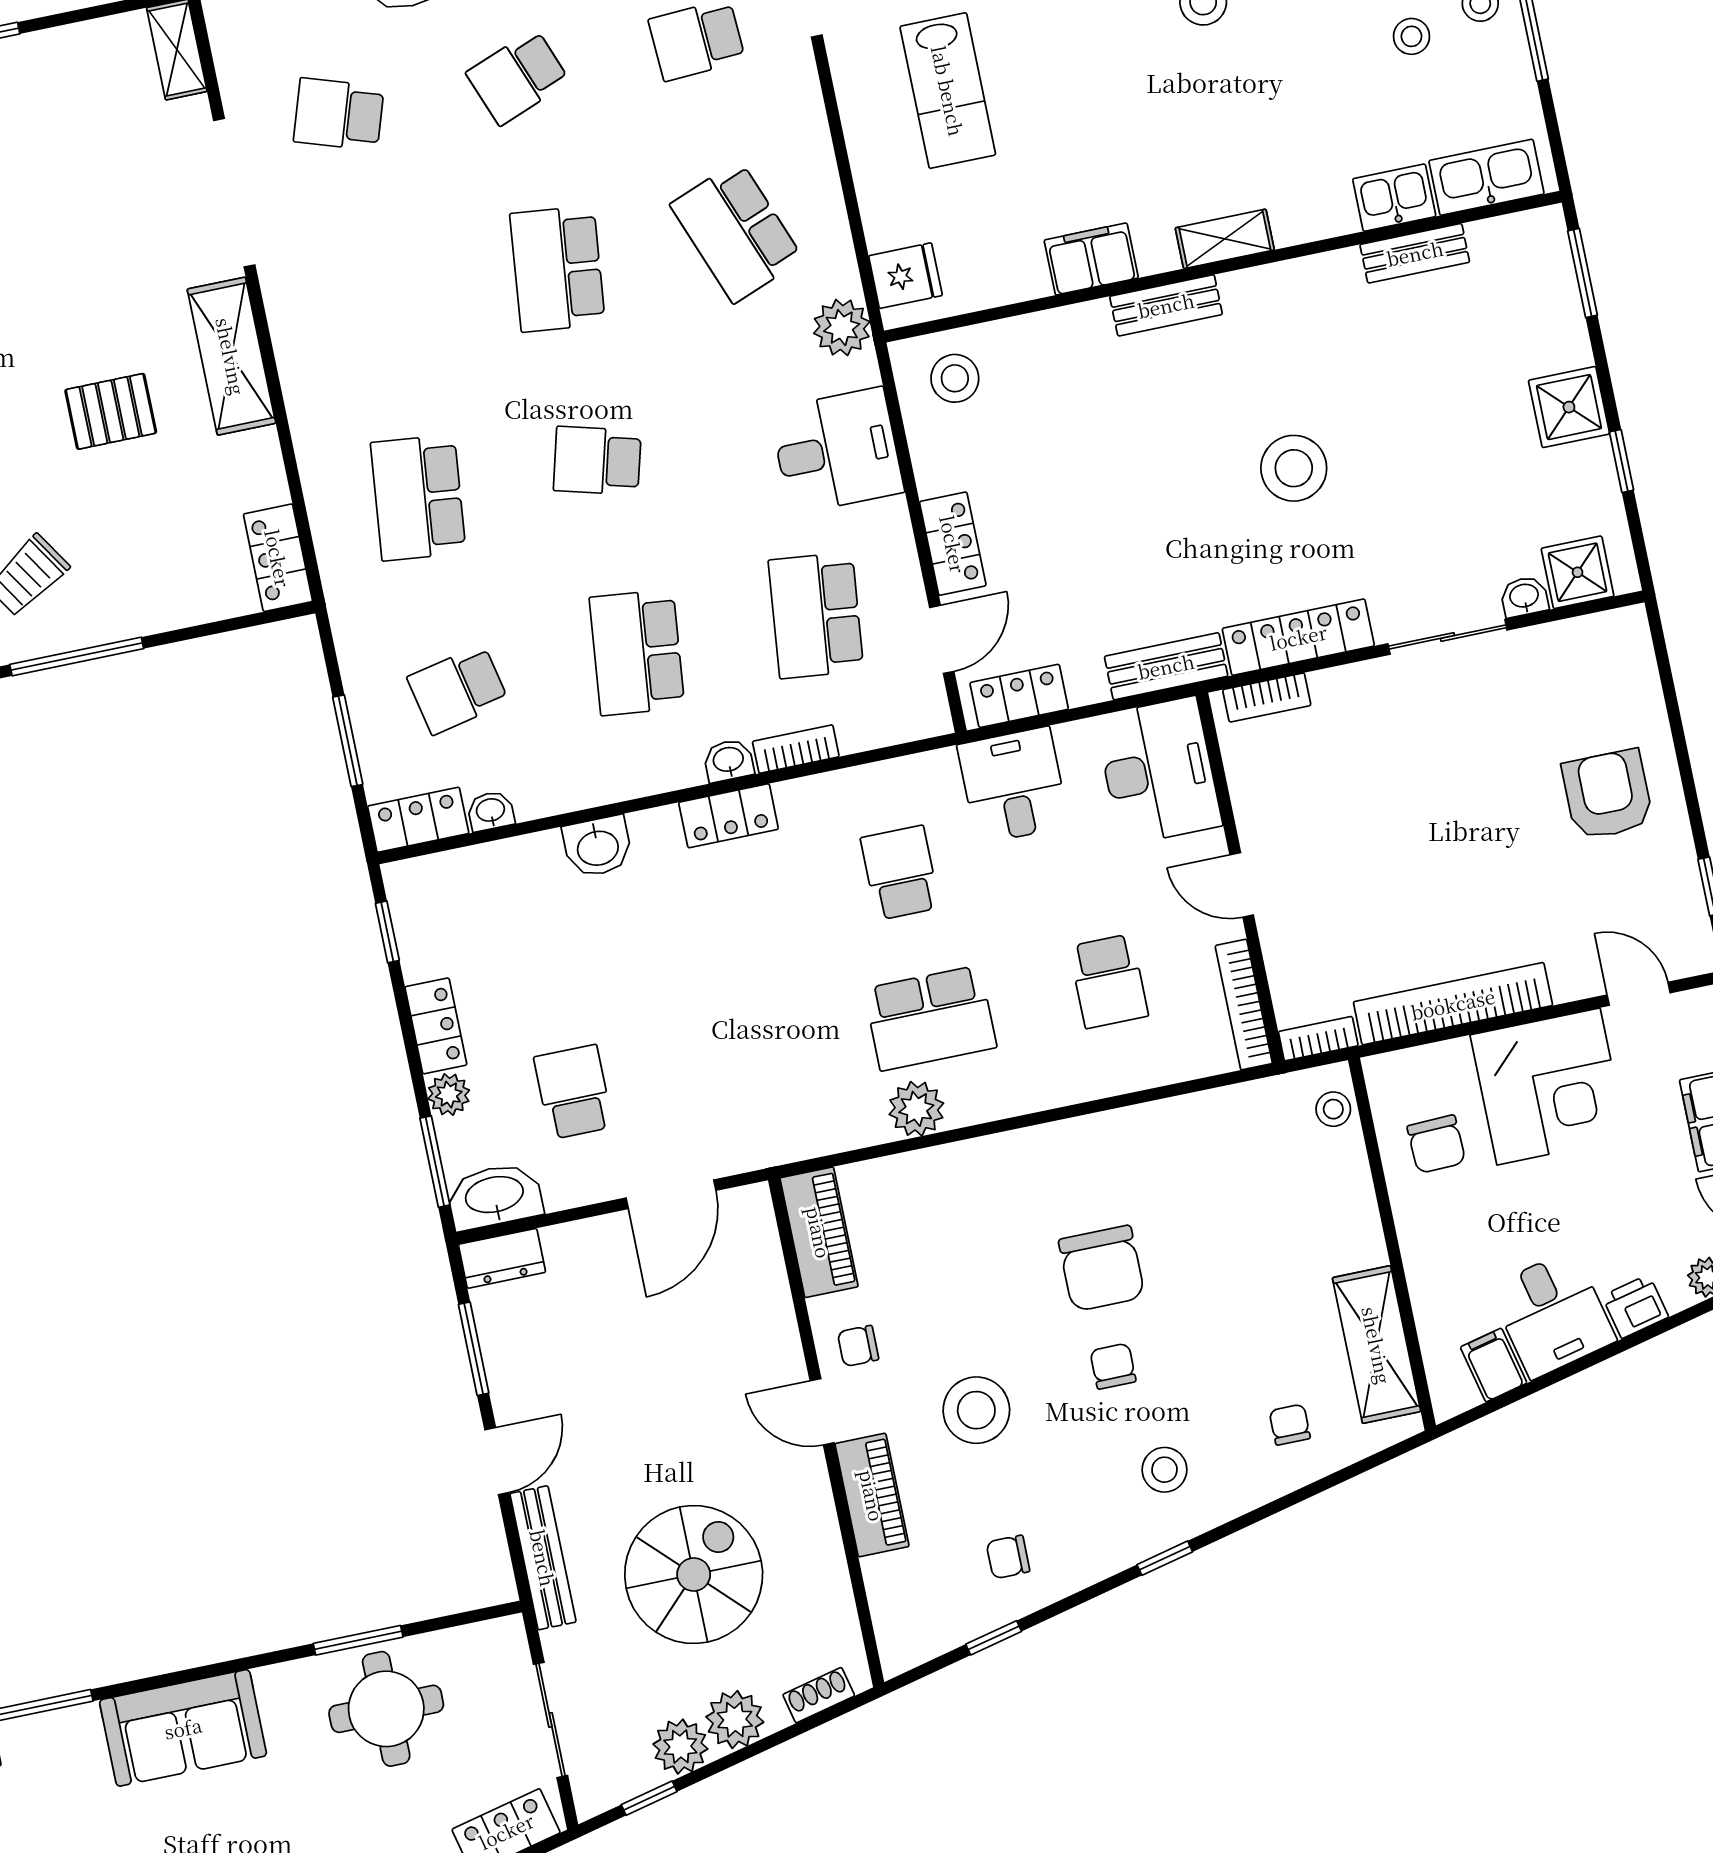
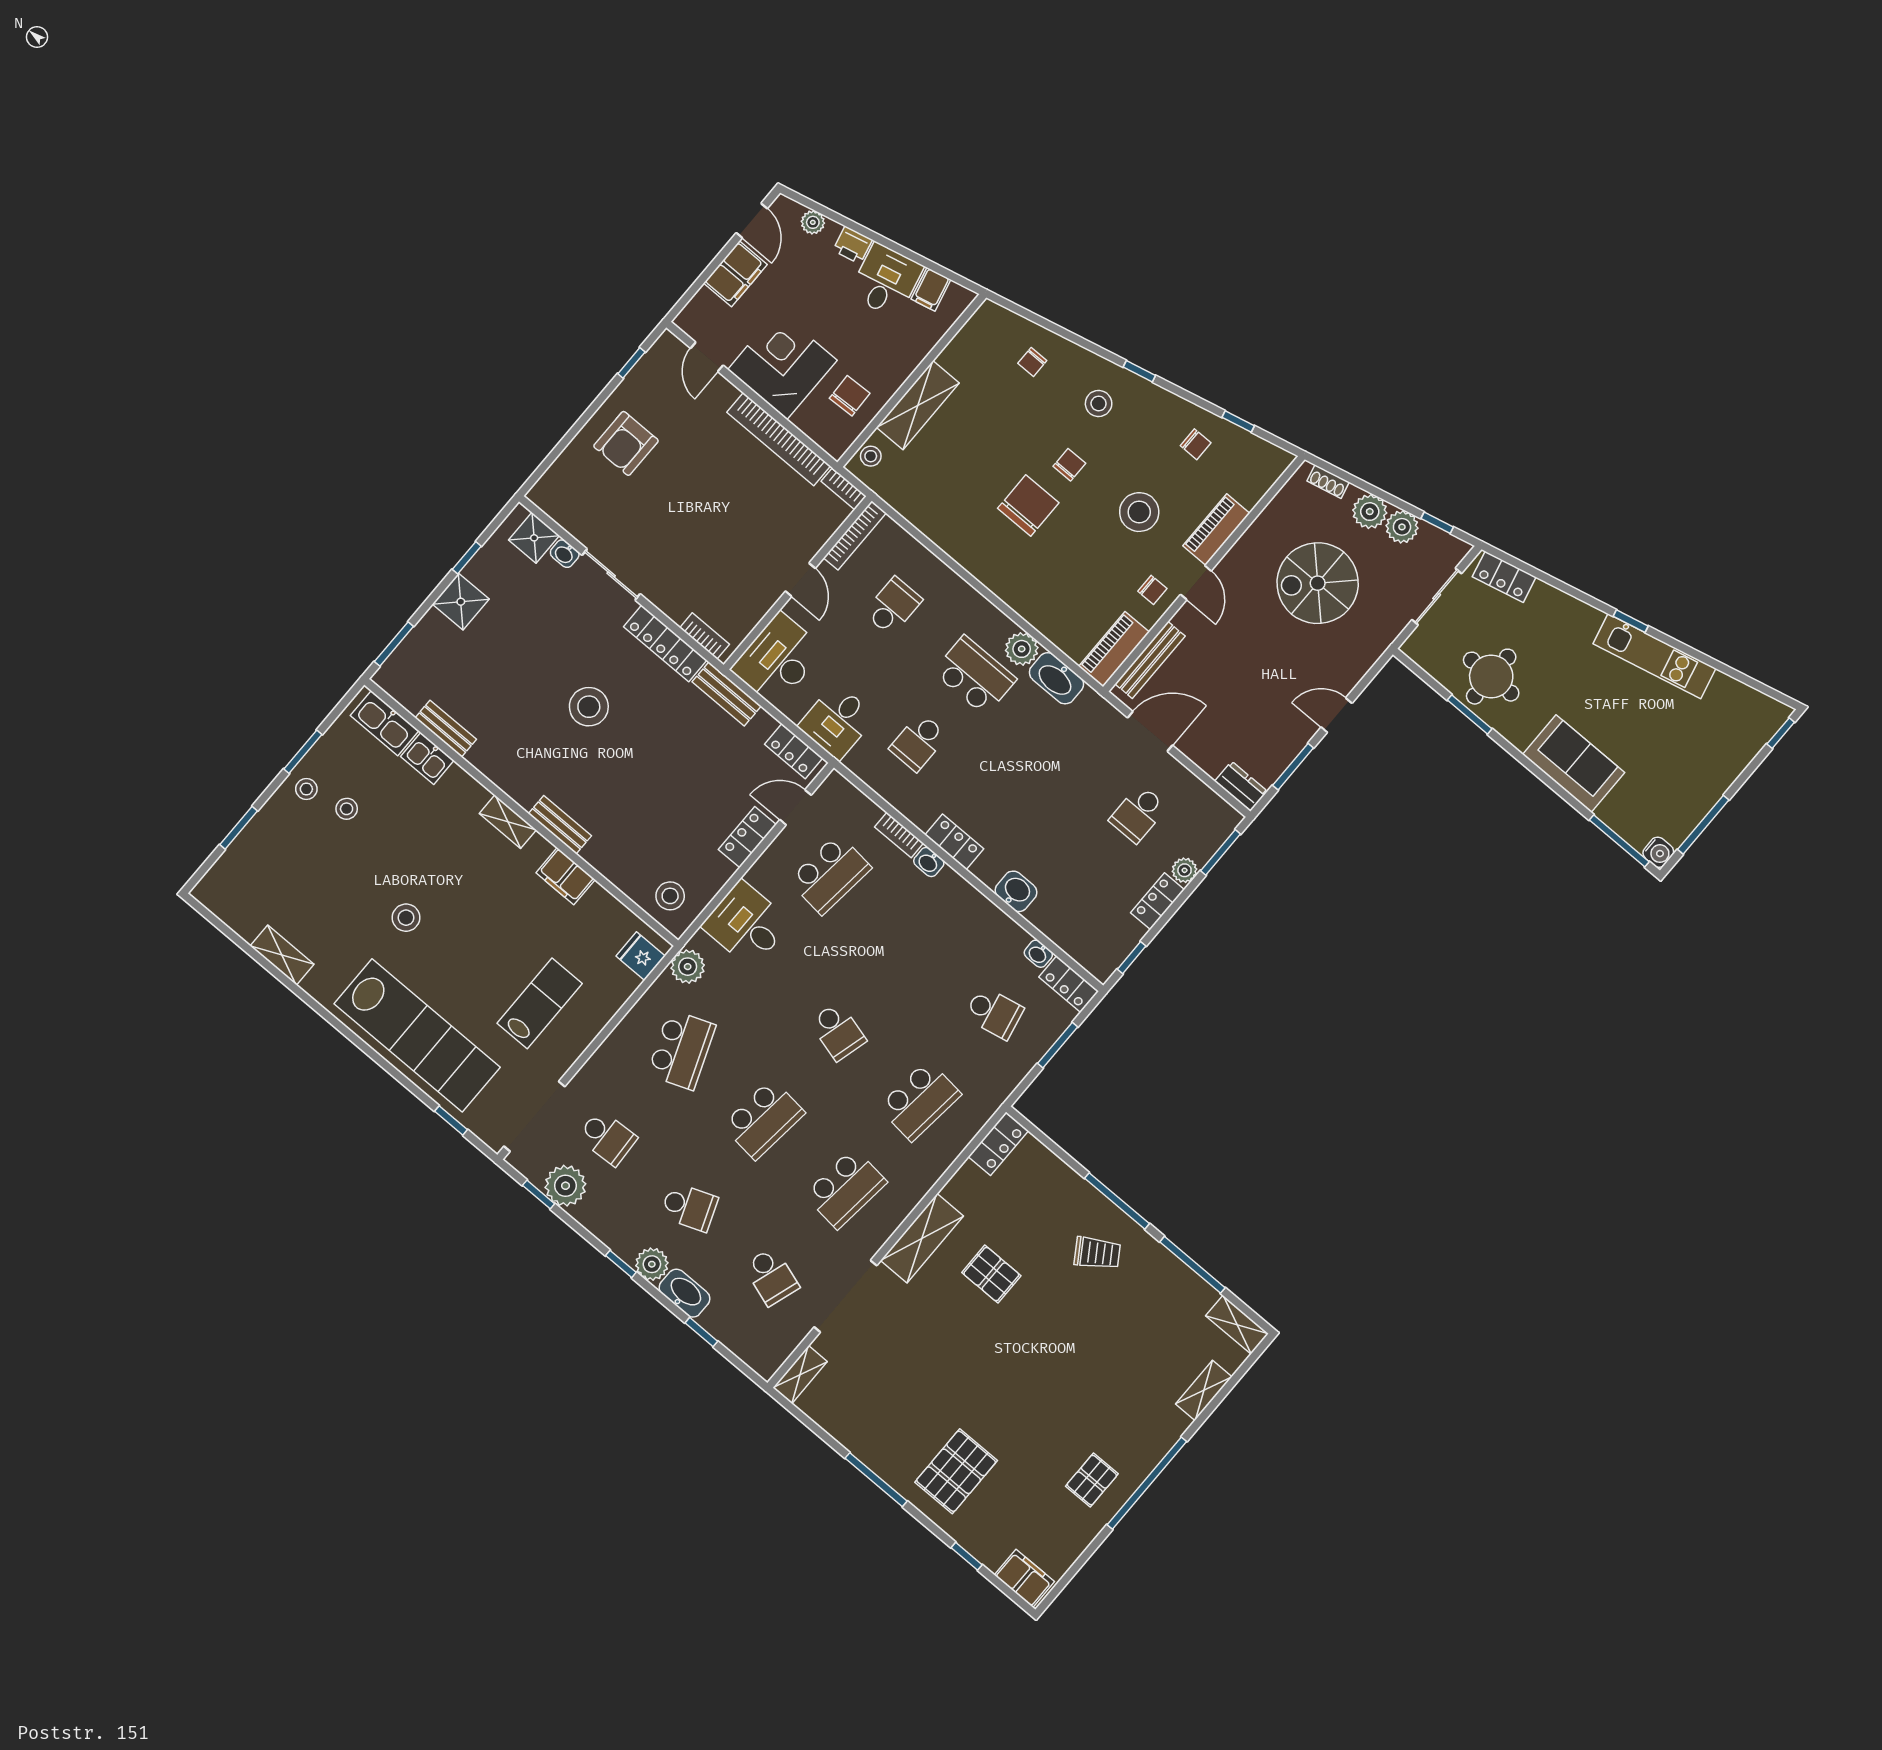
school desk: (637, 652) -> (846, 1189), moved
washbasin: (495, 1196) -> (1056, 678), moved
shelving: (1377, 1345) -> (918, 405), moved
chair: (1113, 1366) -> (1069, 465), turned 180
bench: (543, 1558) -> (1150, 660), moved

